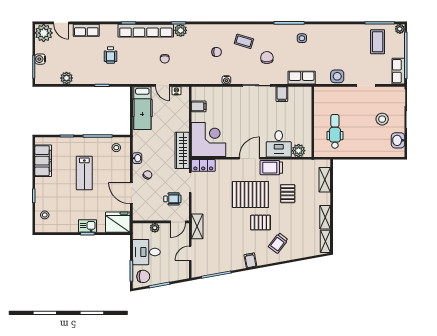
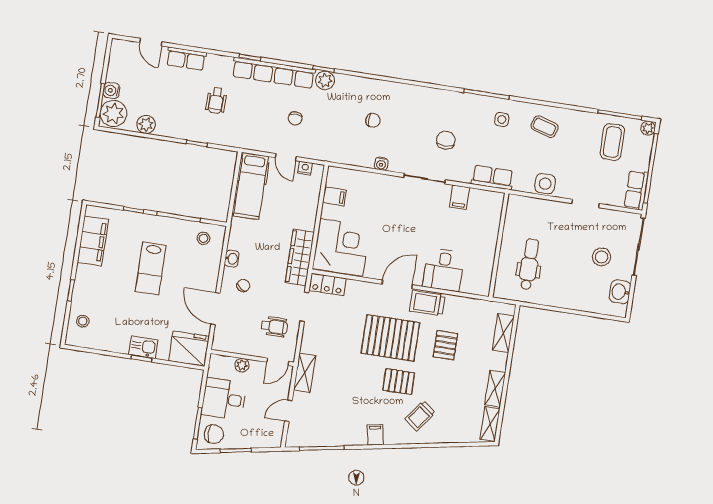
plant: (44, 33) -> (113, 113), moved
coffee table: (244, 41) -> (545, 127), moved
plant: (299, 151) -> (471, 284), removed

